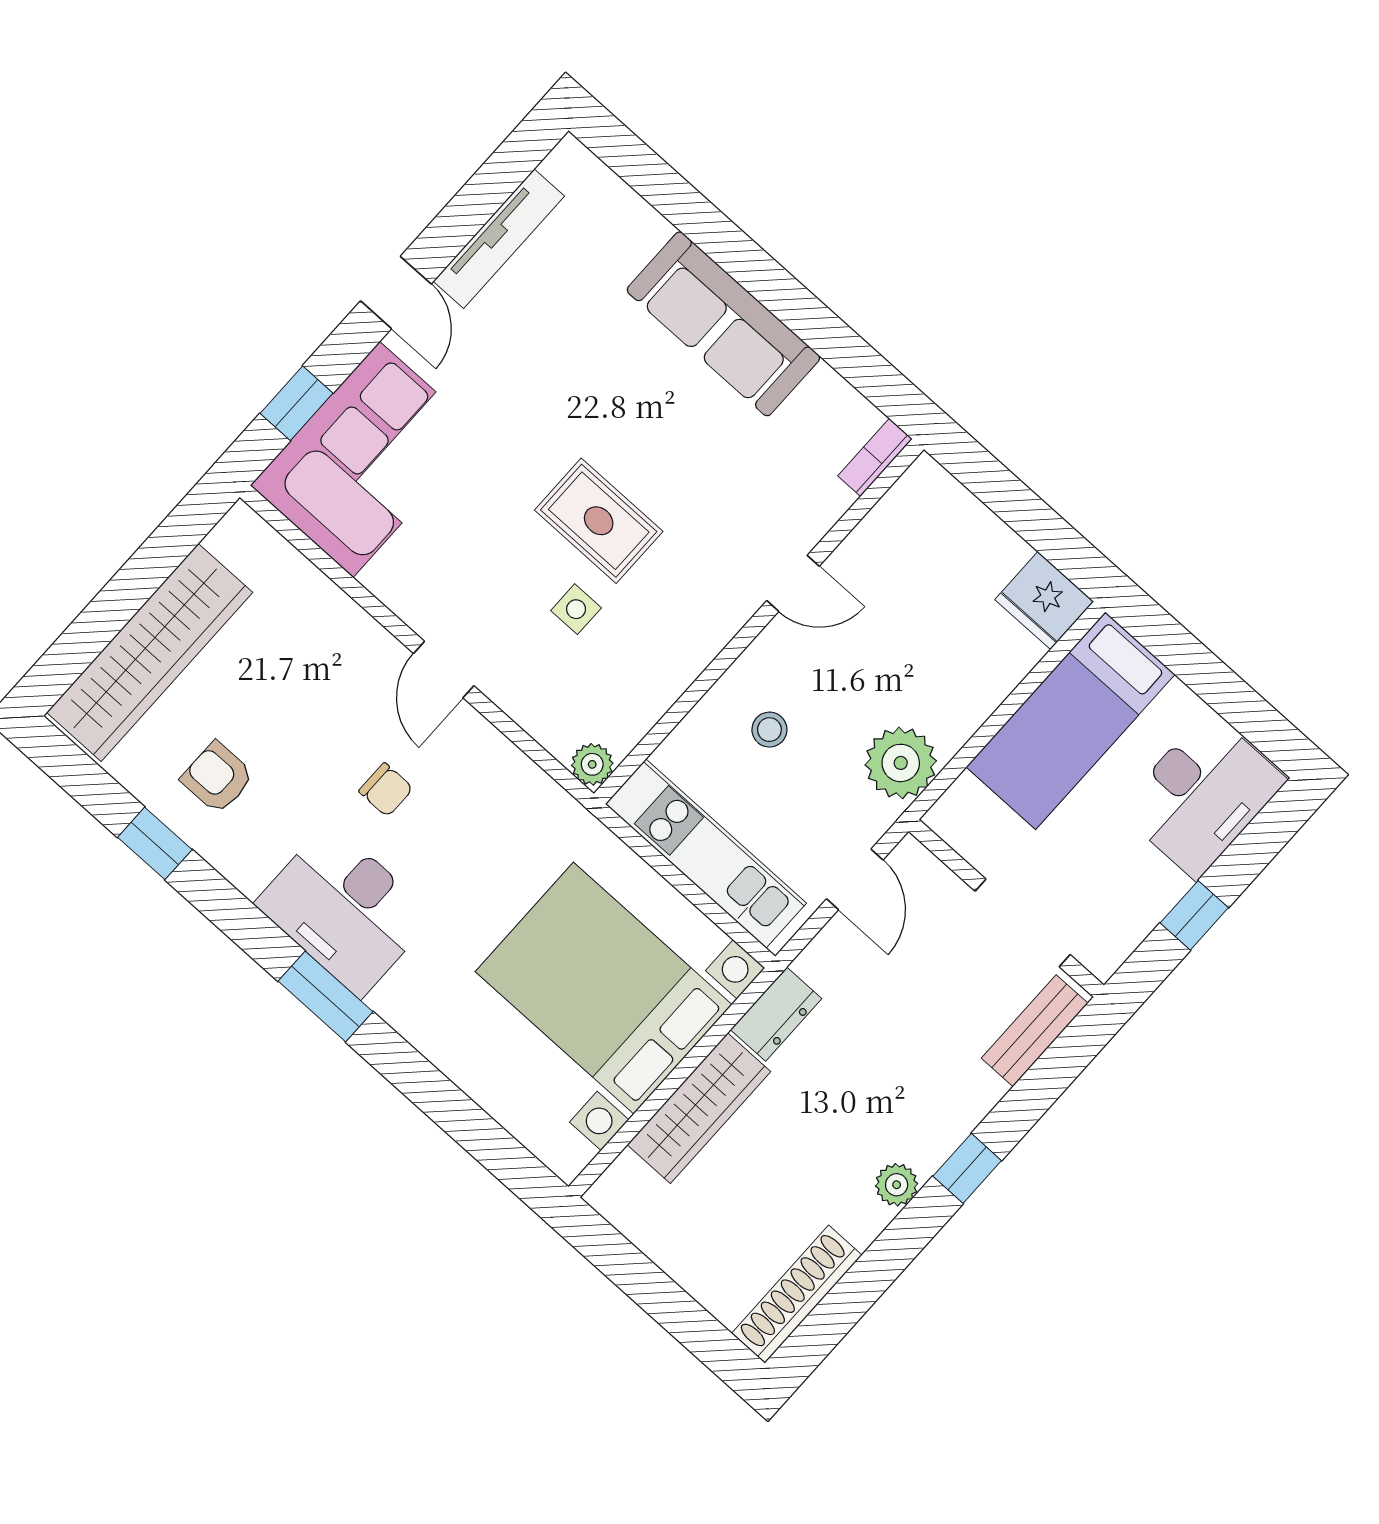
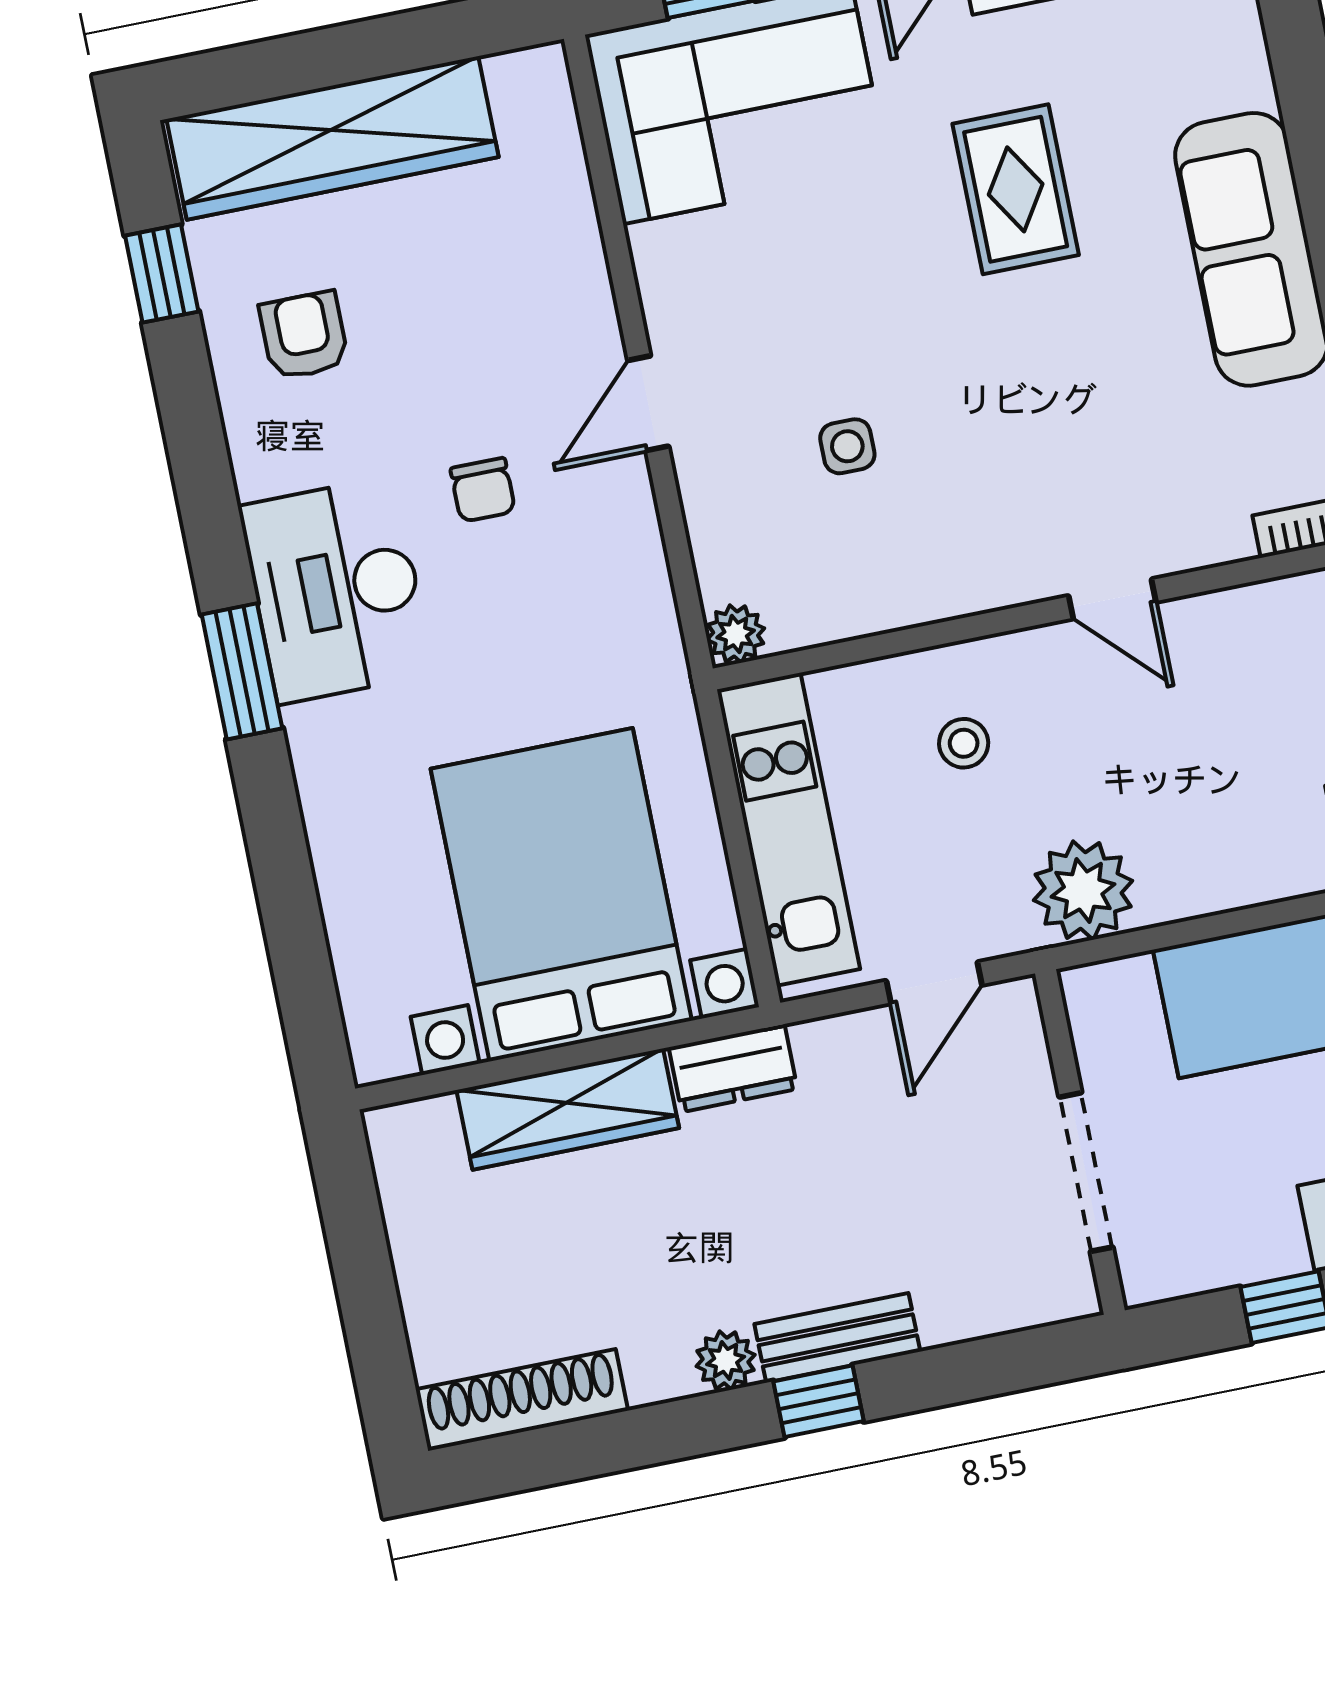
rug: (599, 521) -> (1016, 189), moved
window: (155, 843) -> (162, 274), moved
bench: (1035, 1031) -> (837, 1338), moved

